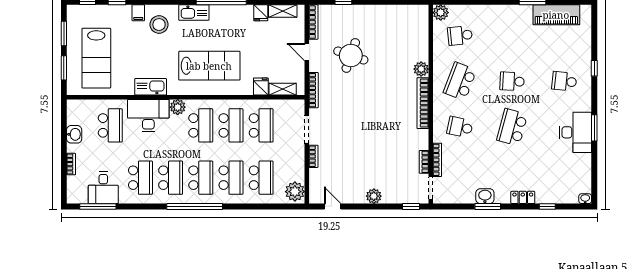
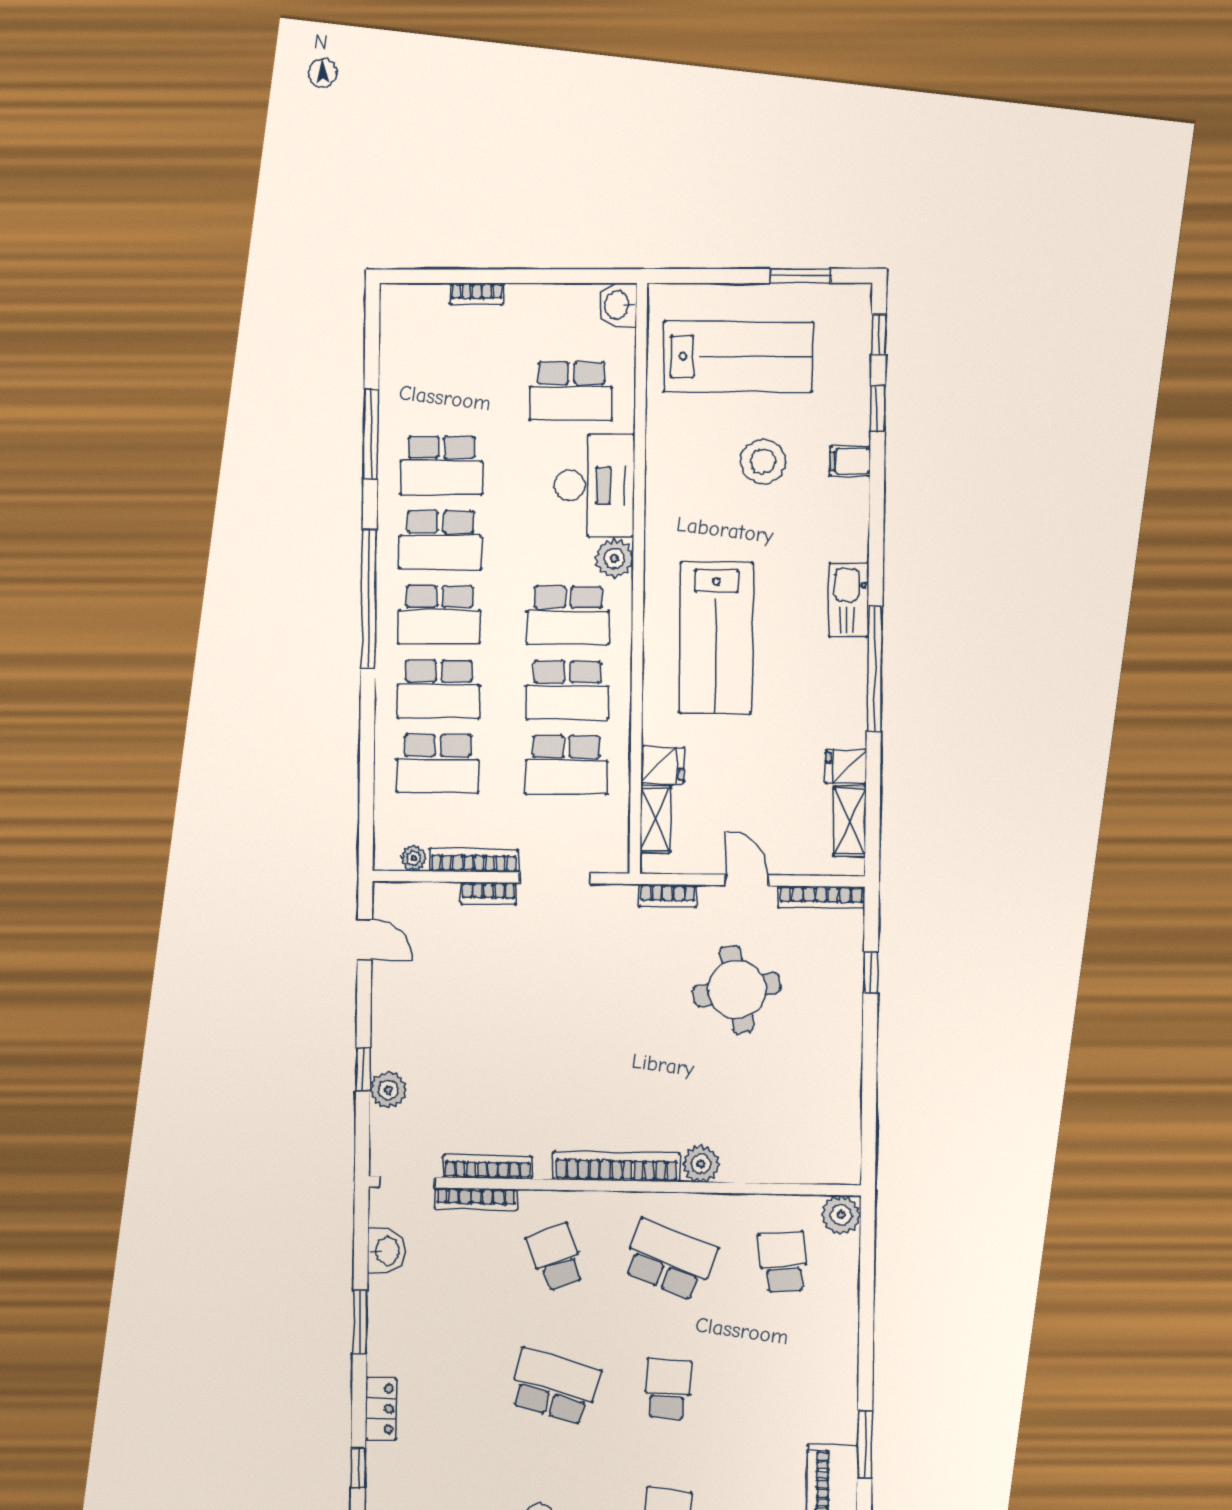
stool: (159, 25) -> (763, 462), moved
door: (307, 52) -> (747, 880), hinge flipped
round table: (351, 56) -> (737, 989), turned -30
lab bench: (96, 58) -> (738, 357), turned 180
window: (64, 68) -> (715, 276), removed
kitchen sink: (151, 87) -> (665, 491), removed
bookcase: (313, 90) -> (668, 896), width x0.64
school desk: (460, 127) -> (556, 1257), turned -33
washbasin: (74, 134) -> (618, 305), moved, turned 90
bookcase: (300, 162) -> (474, 860), added
bookcase: (424, 162) -> (487, 1167), width x1.56
desk: (103, 188) -> (418, 374), removed
plant: (295, 192) -> (414, 858), width x0.53, depth x0.53
plant: (374, 196) -> (388, 1090), moved
washbasin: (485, 196) -> (386, 1251), moved
window: (98, 207) -> (371, 434), moved
door: (333, 207) -> (365, 939), hinge flipped
window: (411, 207) -> (363, 1069), moved

